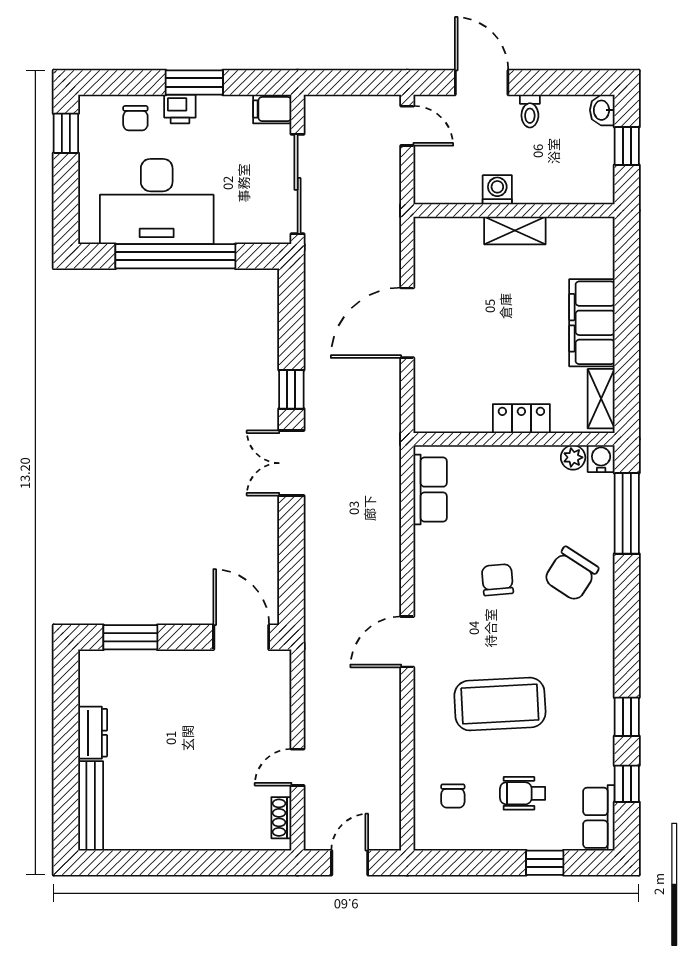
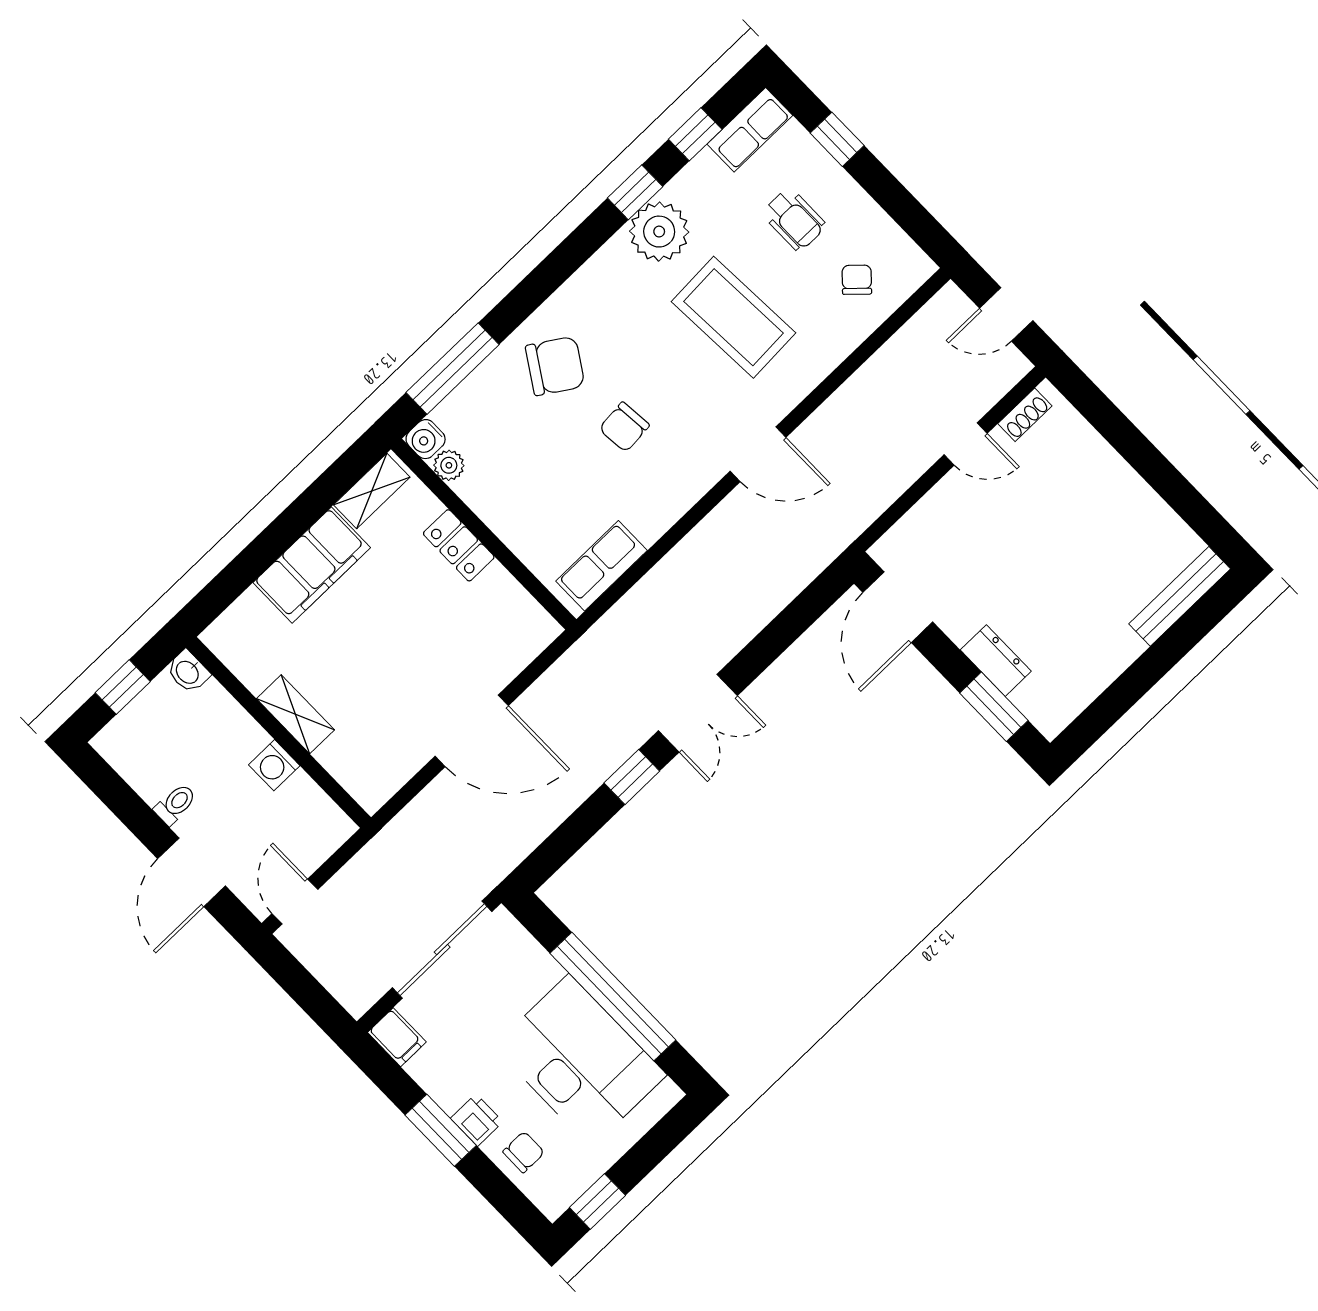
washbasin: (602, 110) -> (188, 672), moved, turned 90
plant: (591, 709) -> (659, 232), added
dresser: (93, 733) -> (996, 661), moved, turned 90
chair: (453, 796) -> (857, 280), turned -47

